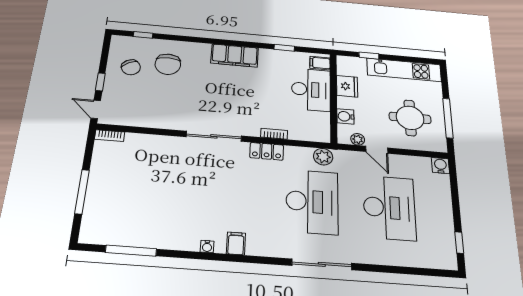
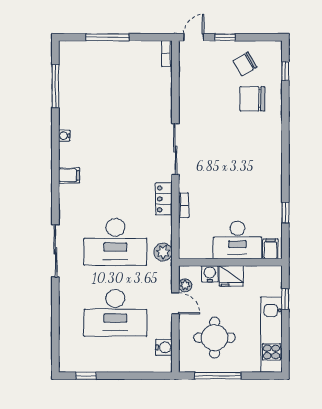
filing cabinet: (235, 56) -> (270, 163), removed
fridge: (347, 86) -> (231, 276), moved
door: (377, 150) -> (175, 303), swing flipped
water cooler: (440, 166) -> (164, 347), moved
water cooler: (207, 246) -> (64, 136), moved

